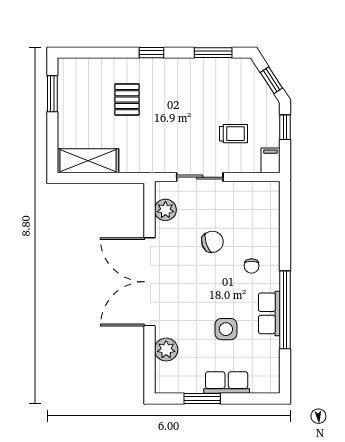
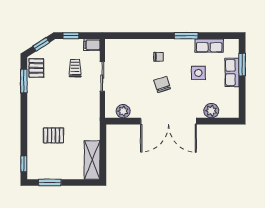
window: (152, 53) -> (24, 164), moved
pallet: (234, 72) -> (36, 68), added
sliding door: (200, 177) -> (102, 77), moved
chair: (212, 242) -> (162, 84), moved
window: (285, 310) -> (186, 36), width x0.47
row of seats: (269, 313) -> (209, 46), moved
window: (202, 398) -> (242, 65), moved

